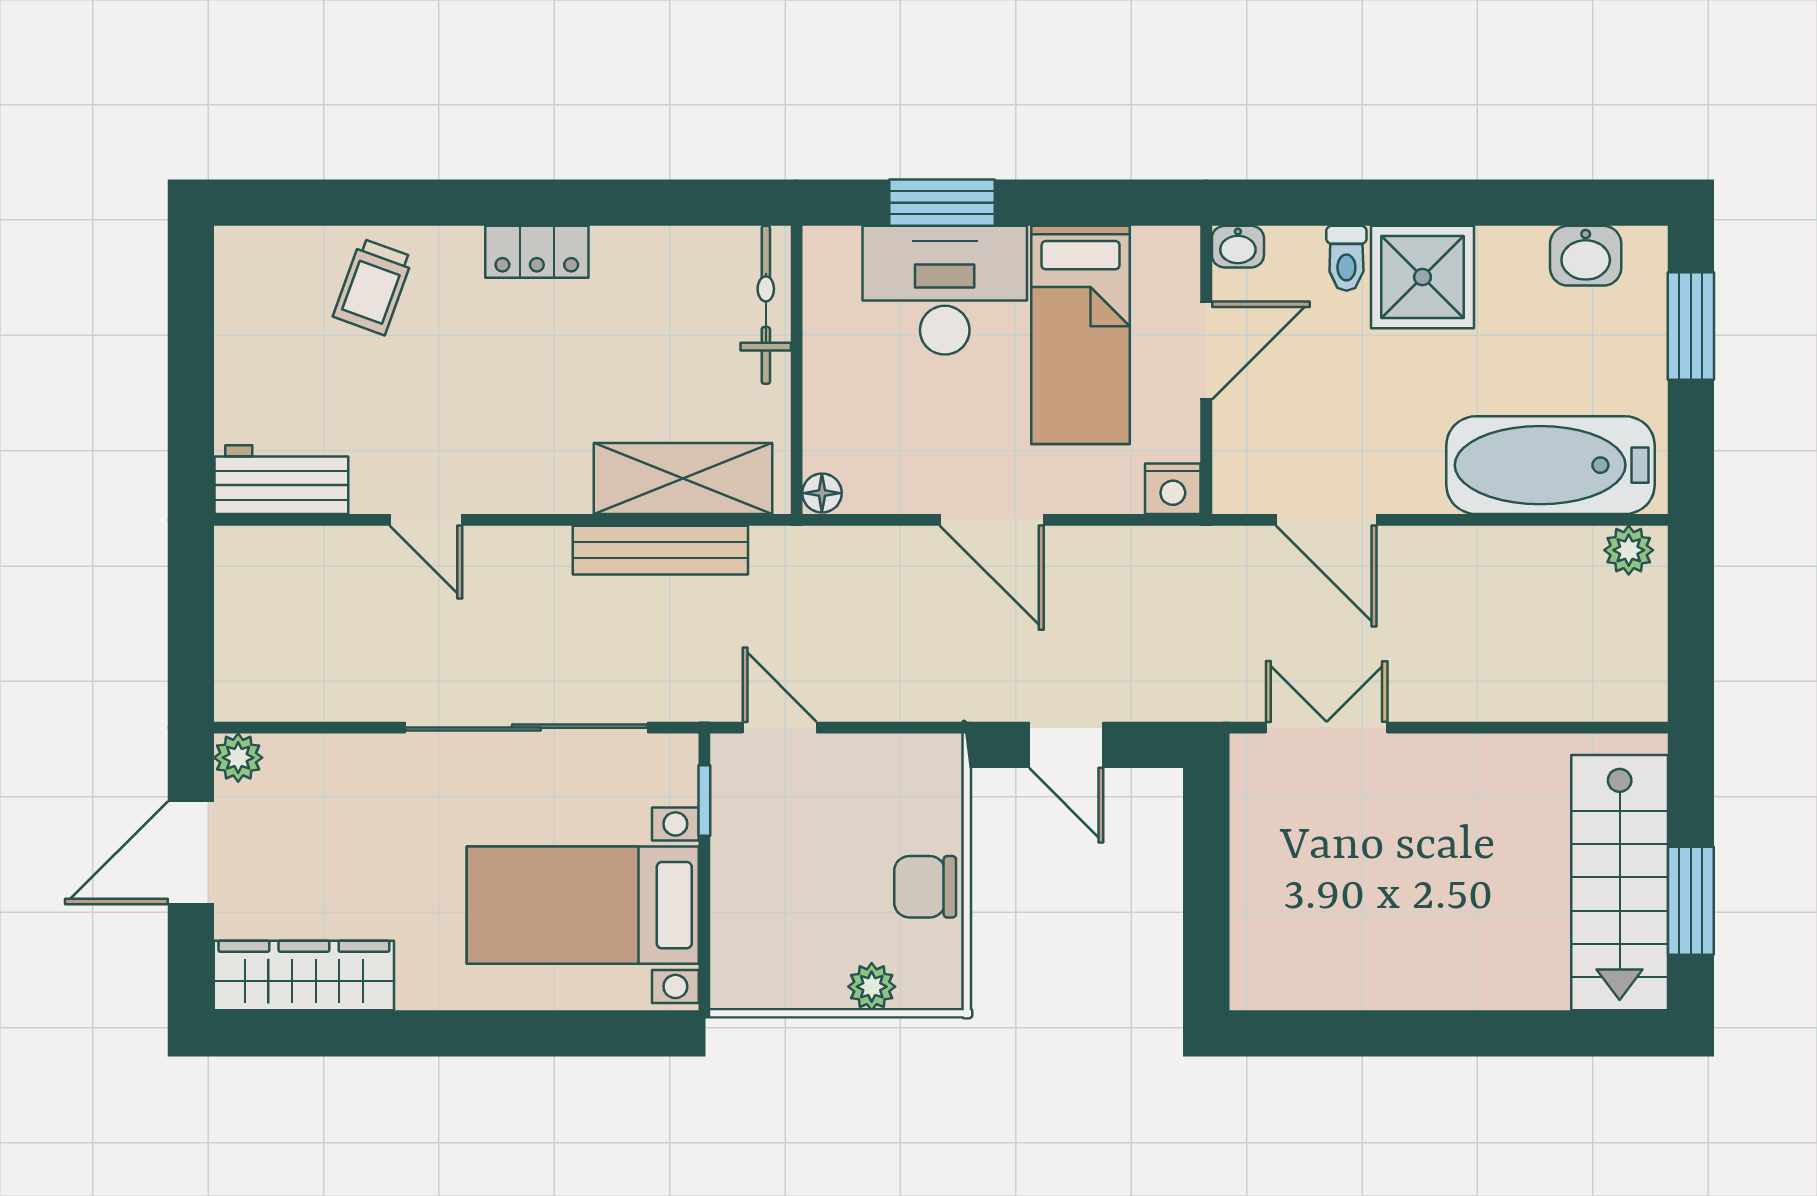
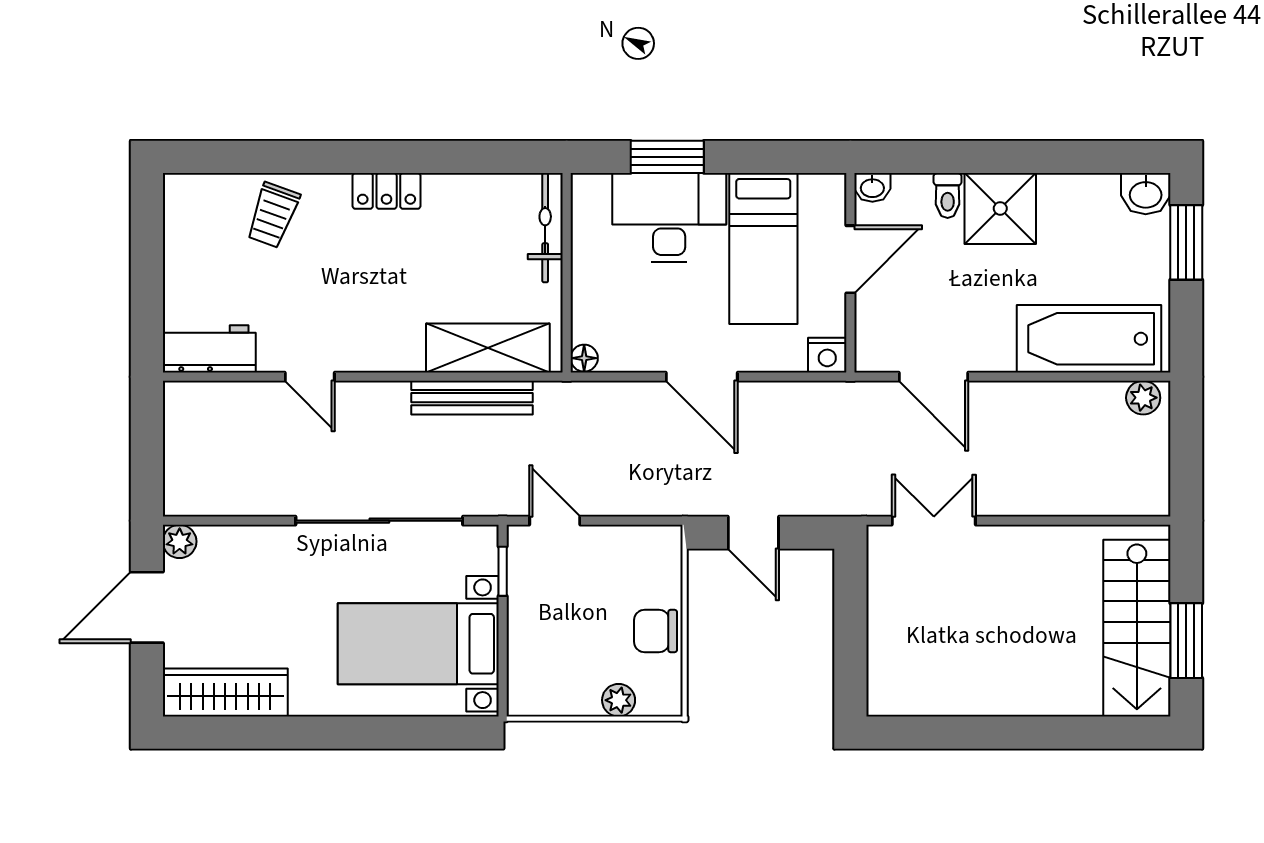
washbasin: (1586, 256) -> (1146, 194), moved

